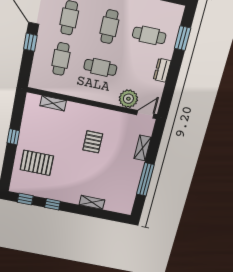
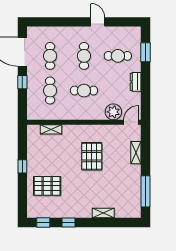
pallet: (93, 142) -> (92, 156), width x1.50, depth x1.42
window: (145, 179) -> (146, 191), moved

